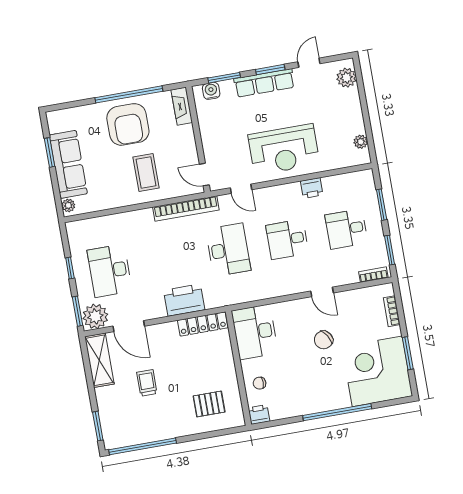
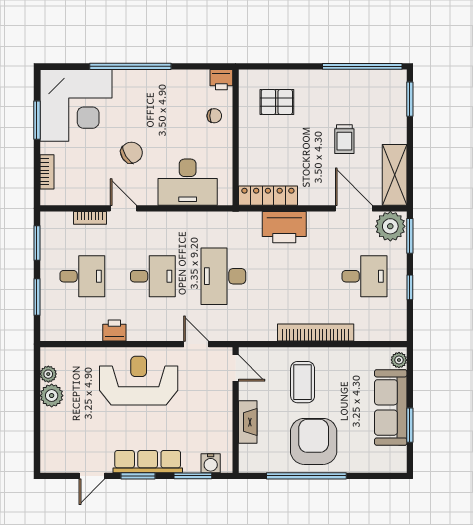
plant: (346, 78) -> (52, 396), moved
fireplace: (182, 106) -> (248, 422), moved
bookcase: (186, 209) -> (316, 332), moved
desk: (110, 271) -> (364, 276), width x0.73
bookcase: (373, 275) -> (90, 218), moved
desk: (255, 332) -> (188, 182), moved, turned 90

